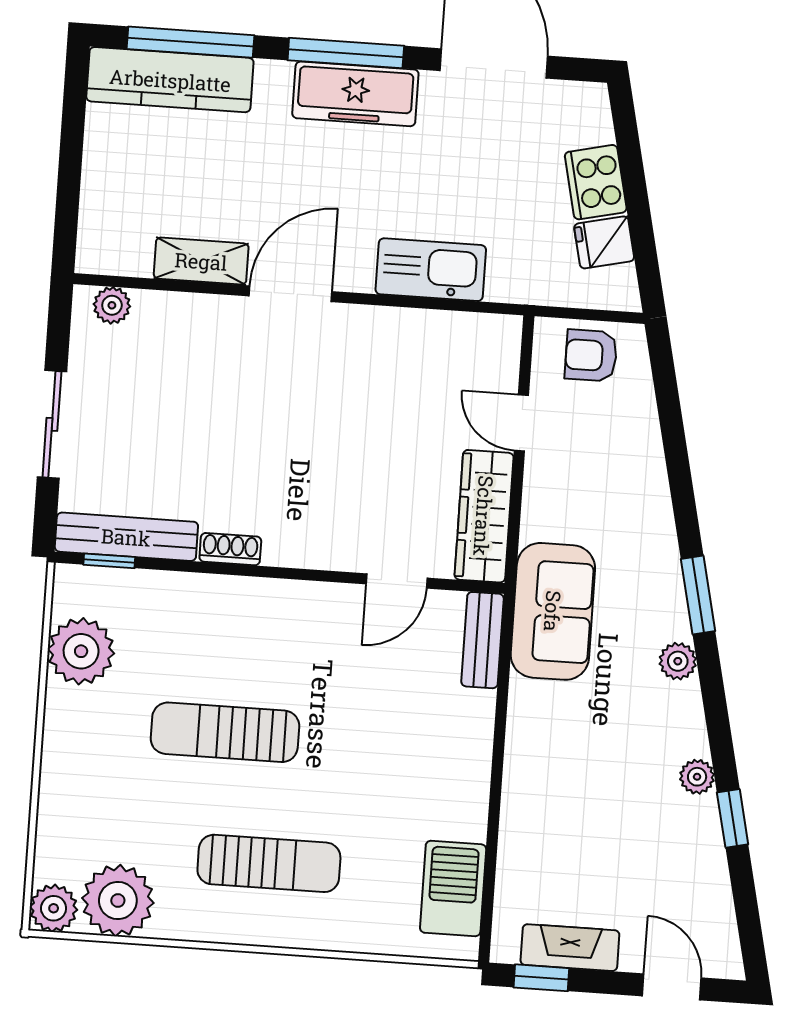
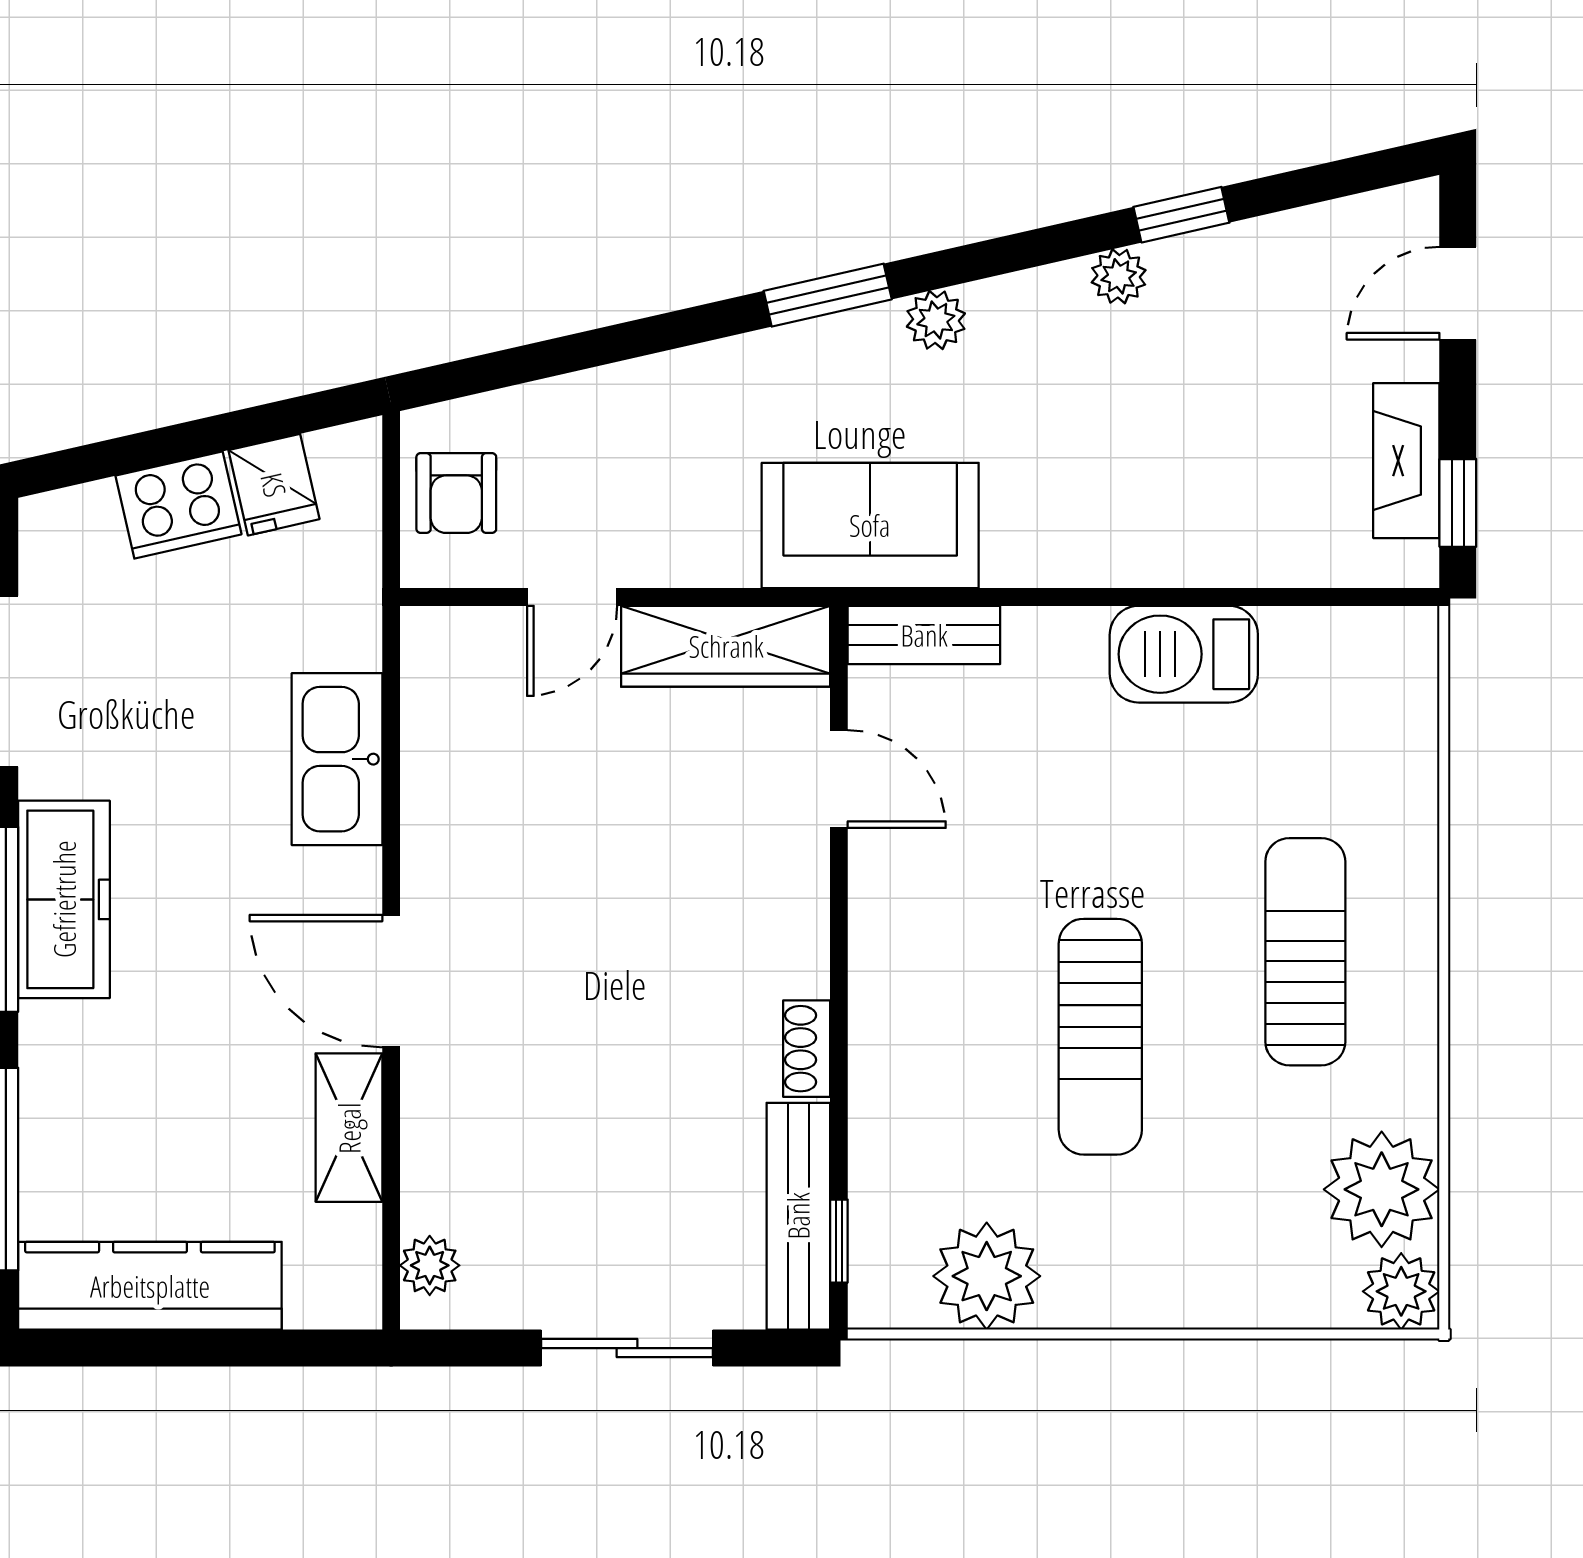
kitchen counter: (170, 80) -> (150, 1286), moved, turned -90
barbecue: (453, 889) -> (1184, 654), moved

